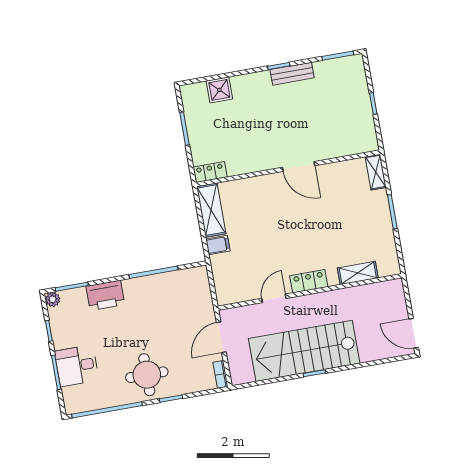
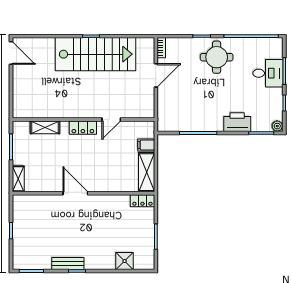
shelving: (358, 273) -> (45, 127), moved
locker: (309, 281) -> (83, 128), moved
wall: (310, 292) -> (83, 119), moved
door: (274, 298) -> (111, 119), moved

